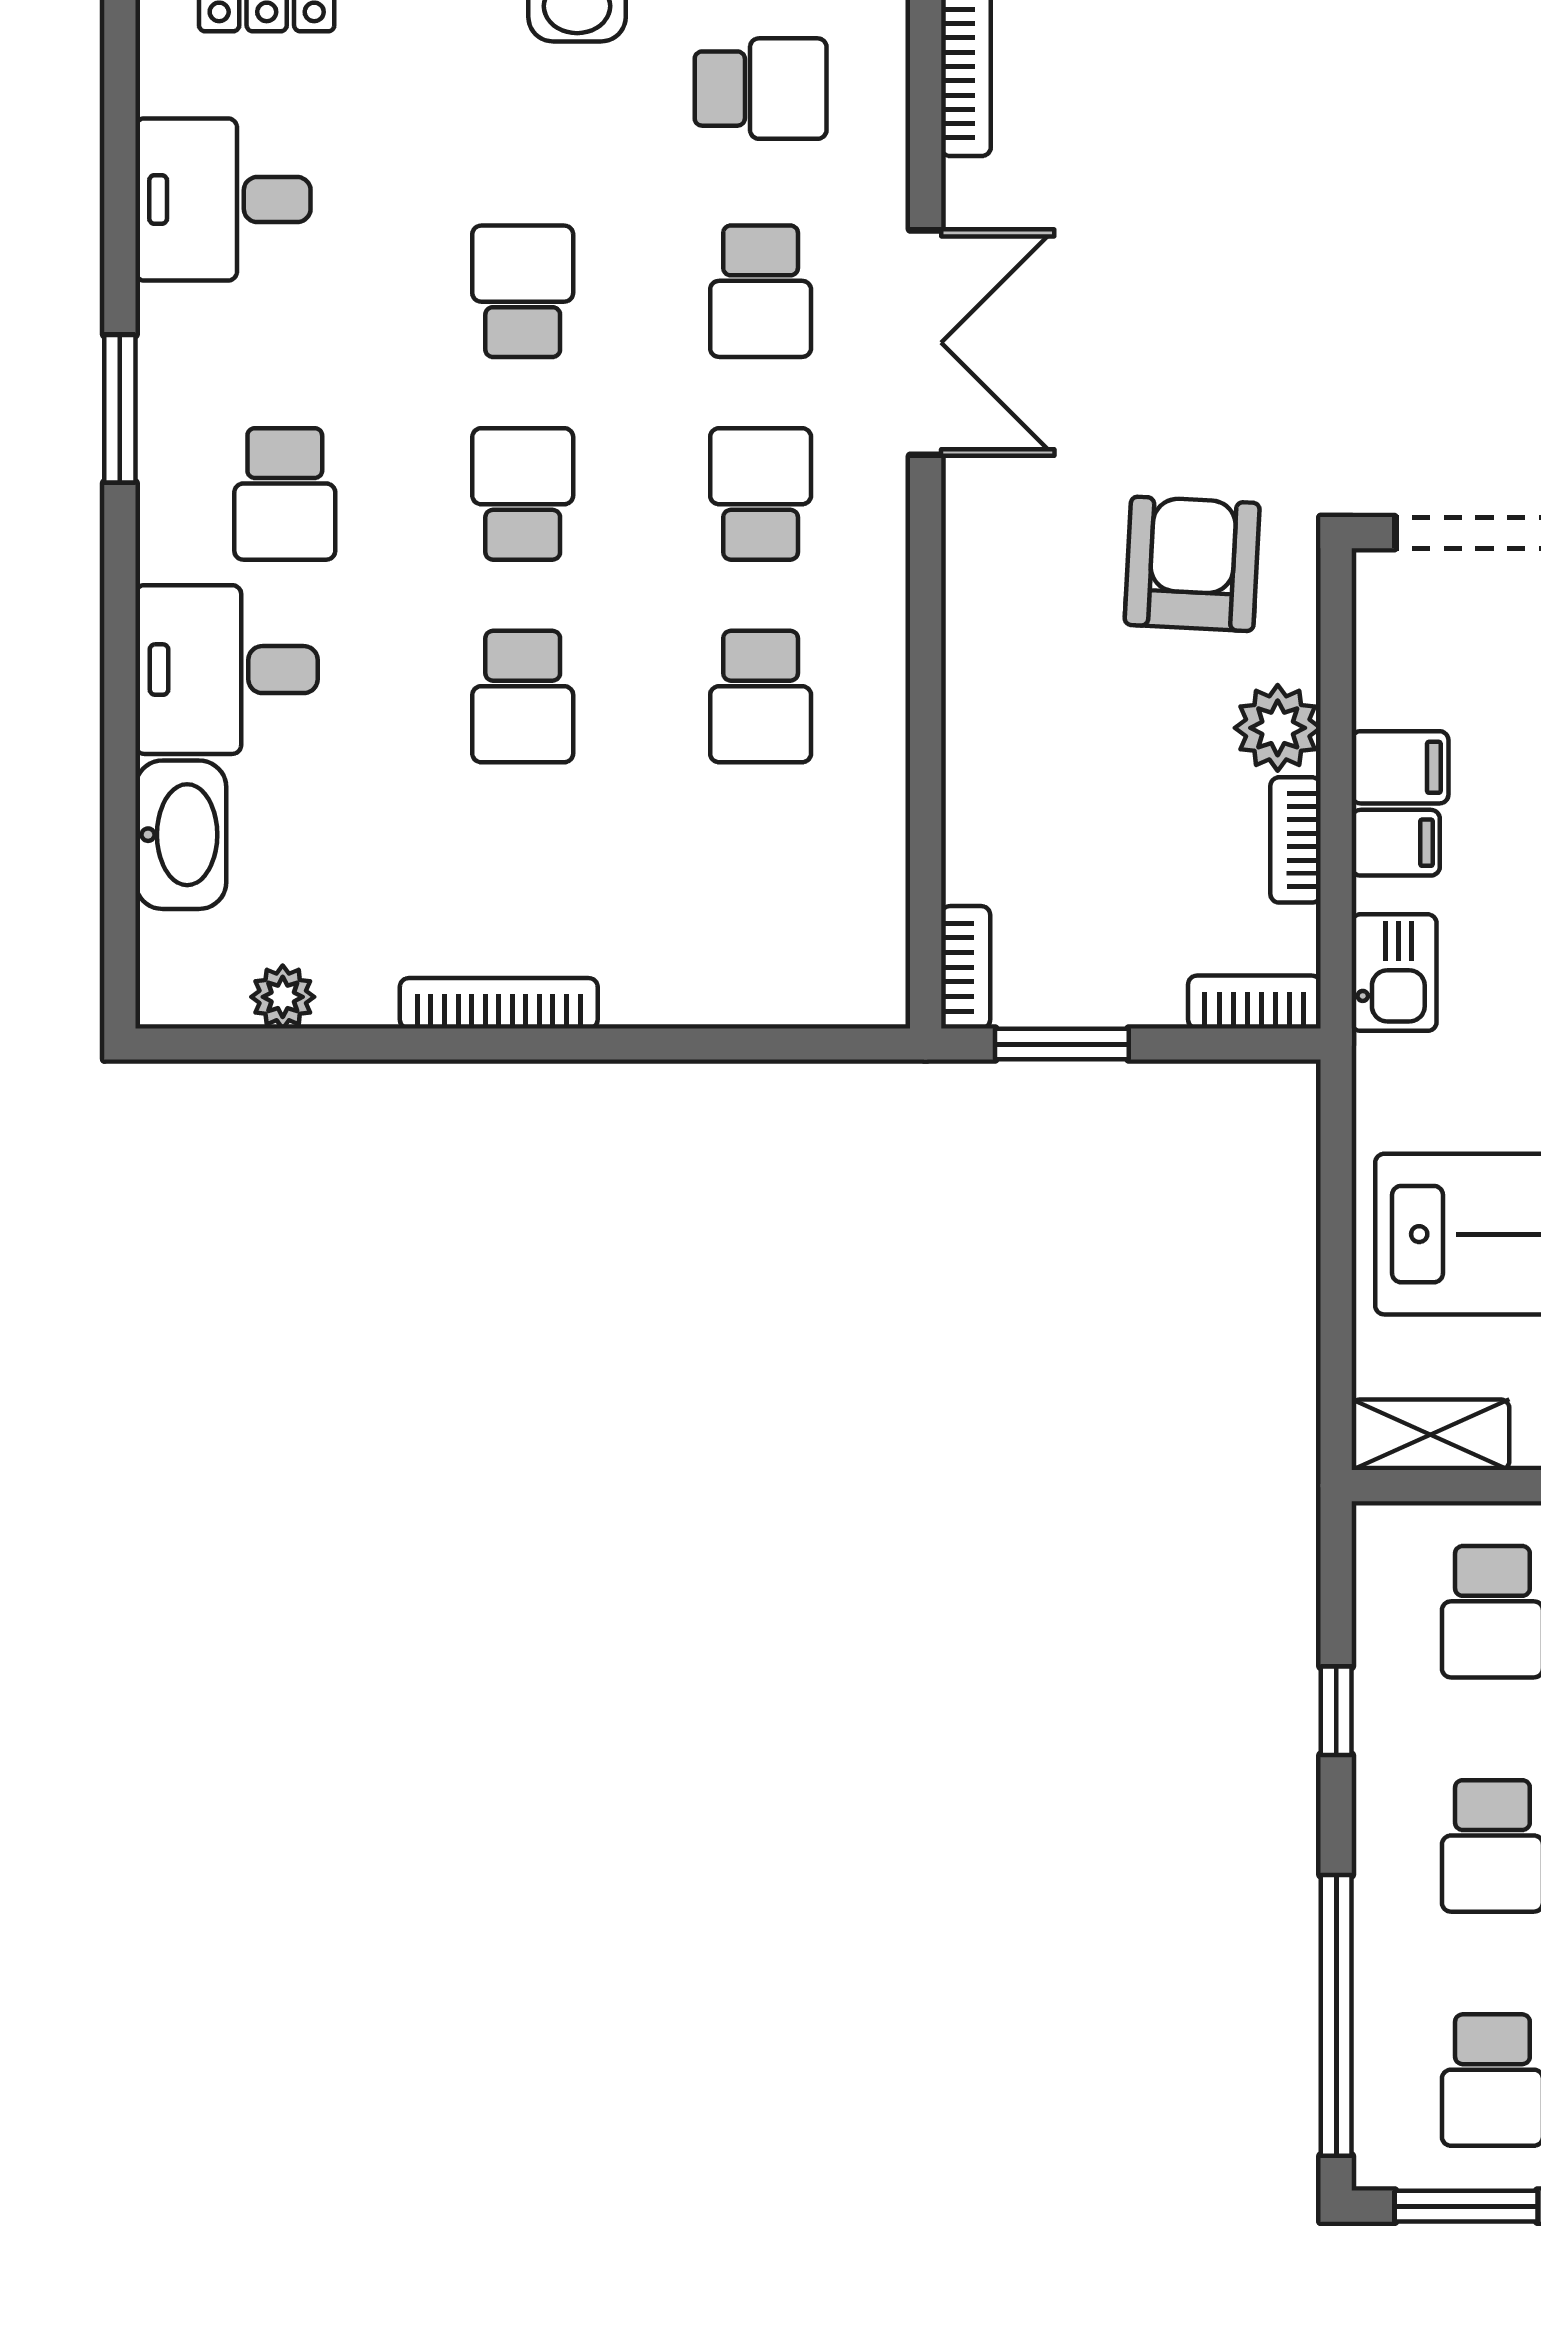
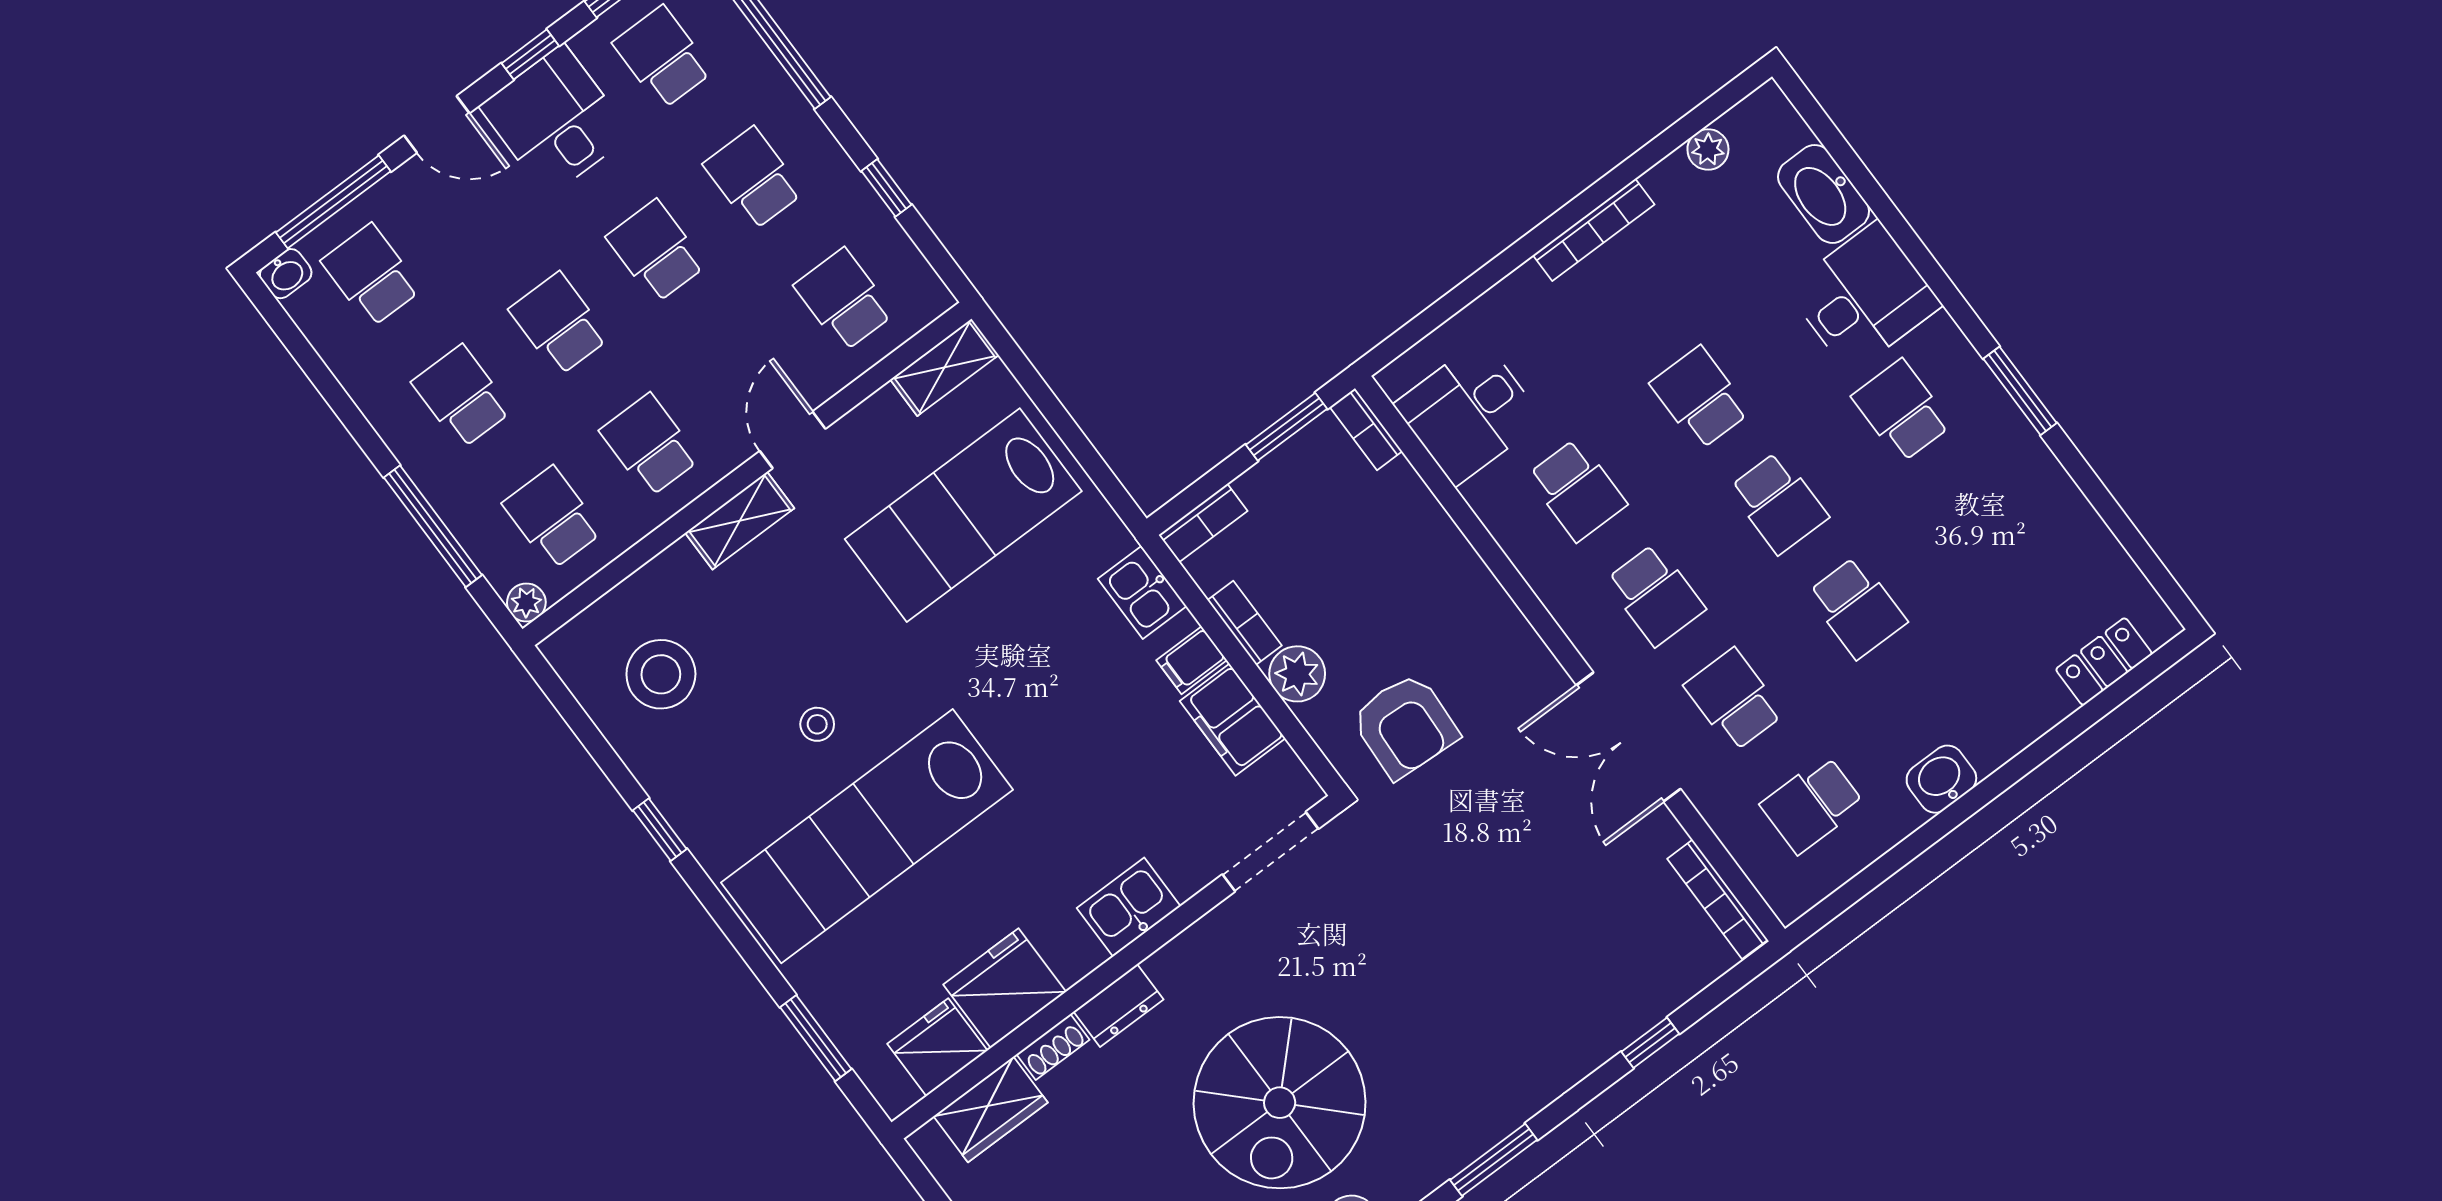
desk: (223, 200) -> (1469, 412), moved, turned 180
school desk: (761, 697) -> (1577, 490), turned 180
filing cabinet: (1400, 767) -> (1233, 720), width x2.00

